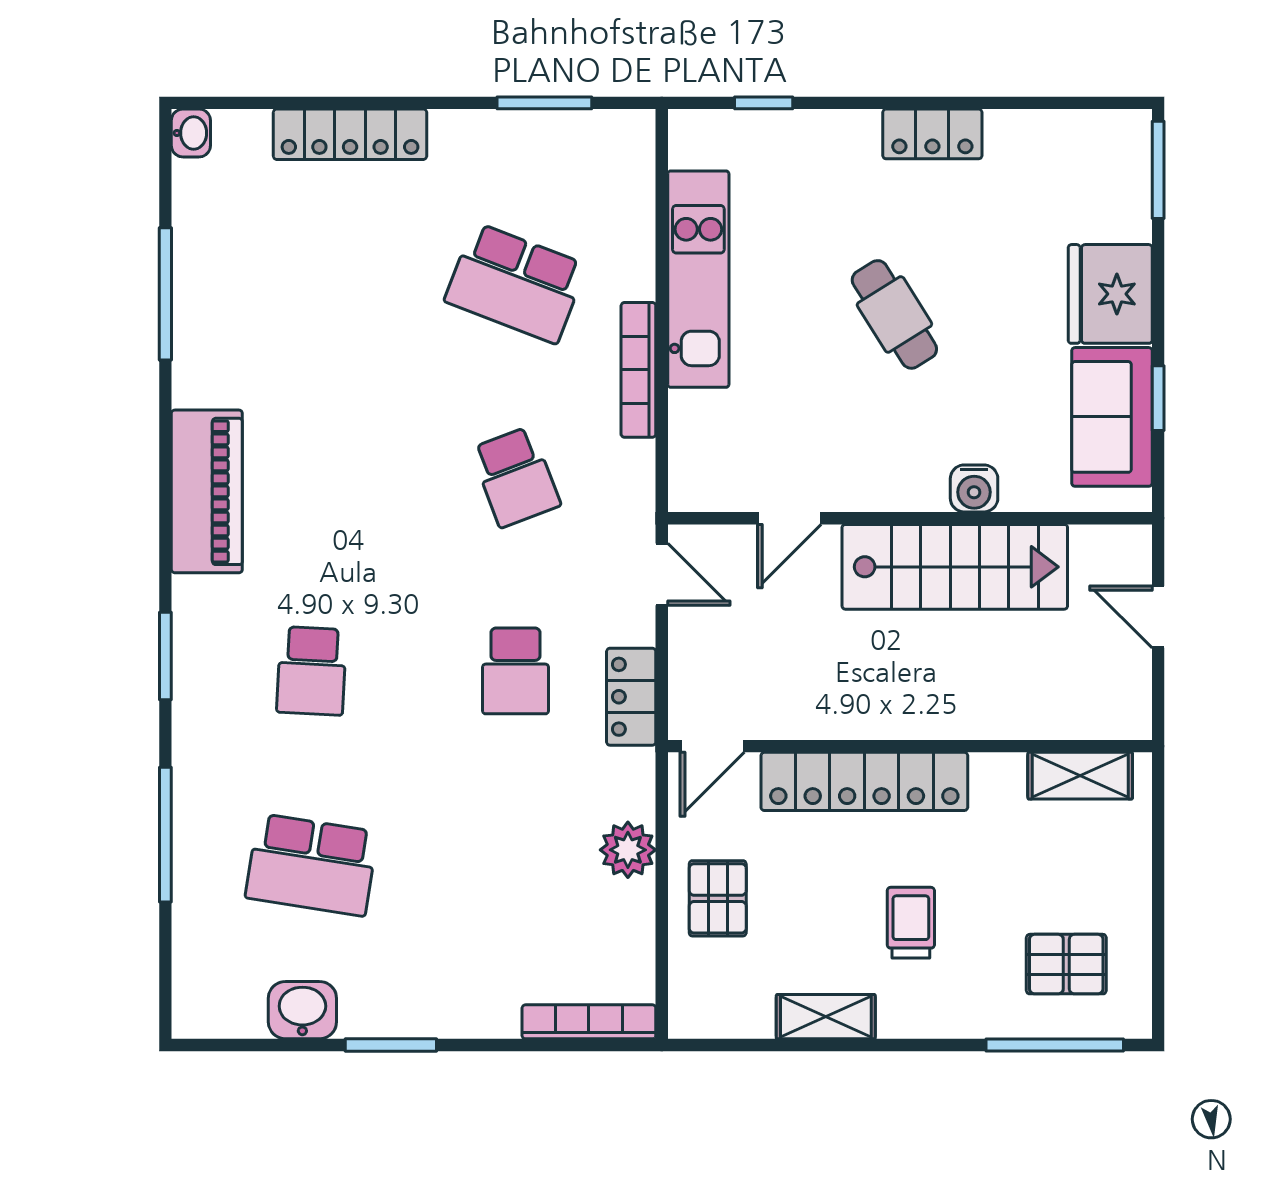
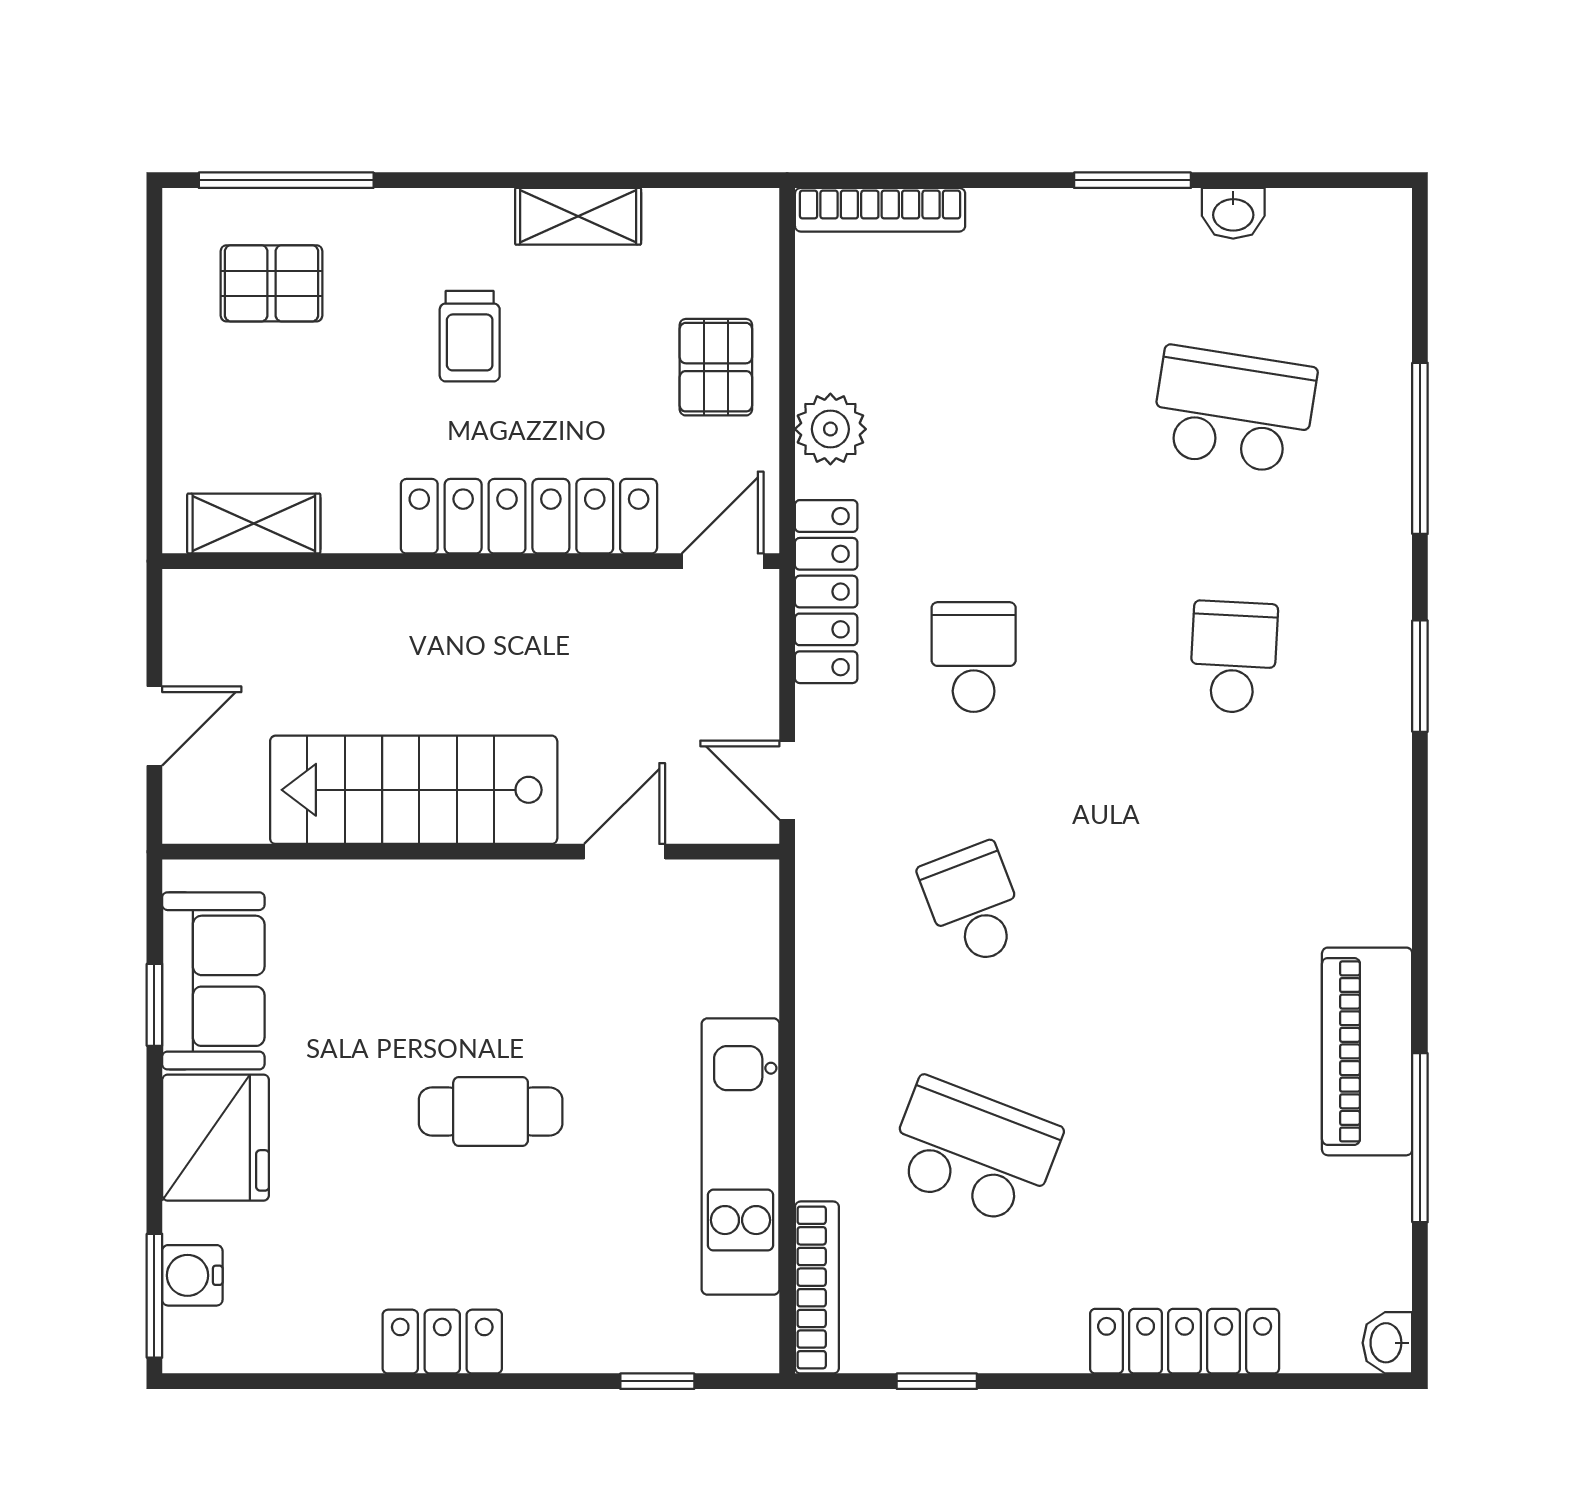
window: (544, 103) -> (937, 1381), width x0.67
cafe table: (894, 314) -> (491, 1111), turned -58
bookcase: (638, 370) -> (817, 1287), moved
water cooler: (974, 488) -> (192, 1275), moved, turned -90
piano: (207, 491) -> (1367, 1051), moved
door: (1158, 617) -> (154, 726), hinge flipped
locker: (631, 697) -> (826, 592), width x1.53
washbasin: (302, 1010) -> (1233, 213), width x0.72, depth x0.69

